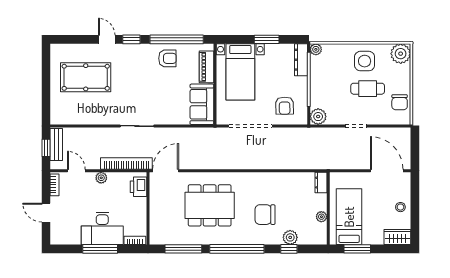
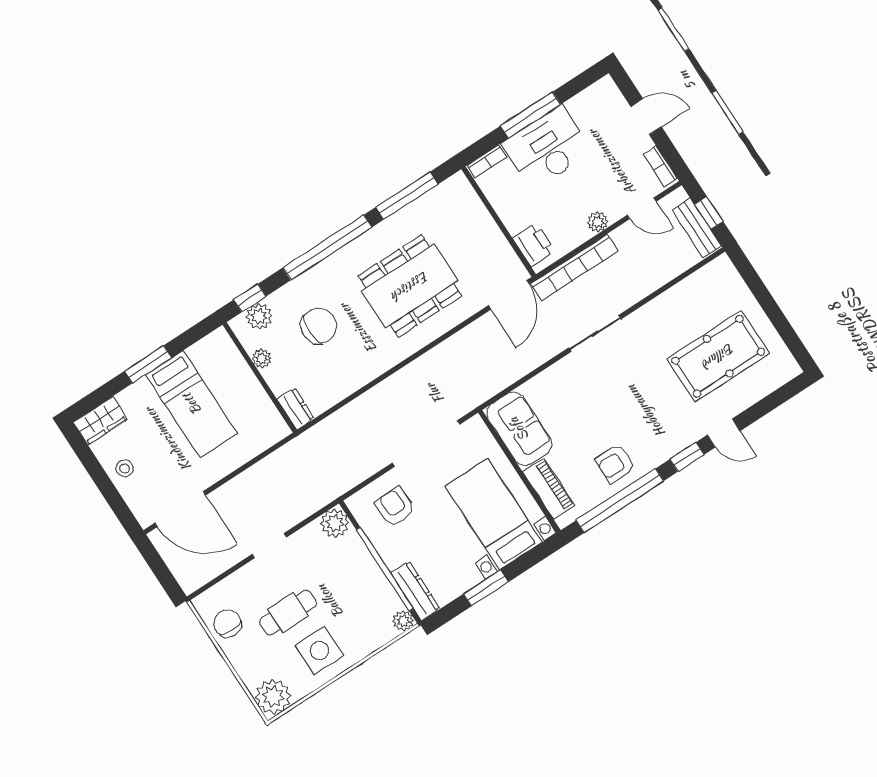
dresser: (321, 183) -> (296, 409), moved
wall: (328, 208) -> (260, 377), moved
plant: (321, 217) -> (262, 359), moved

